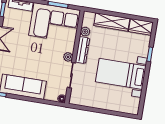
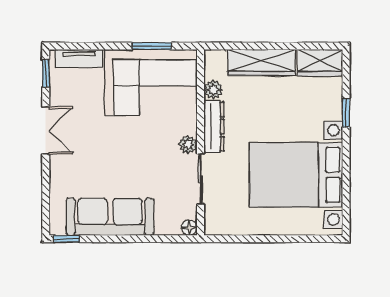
bed with nightstands: (121, 74) -> (296, 175), width x1.36

